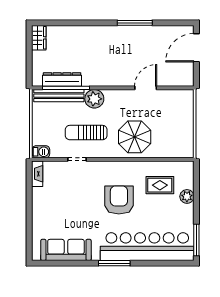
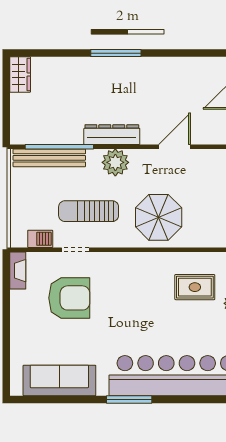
window: (135, 23) -> (116, 53), moved
dresser: (62, 79) -> (112, 135), moved
plant: (94, 99) -> (115, 162), moved
barbecue: (41, 152) -> (40, 239), moved
armchair: (119, 200) -> (69, 298), moved, turned 90

